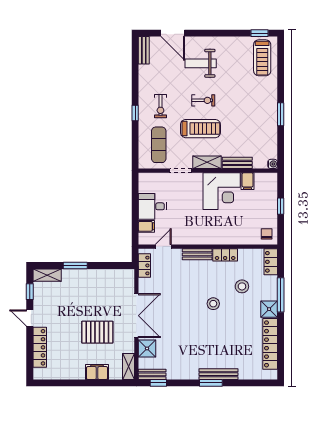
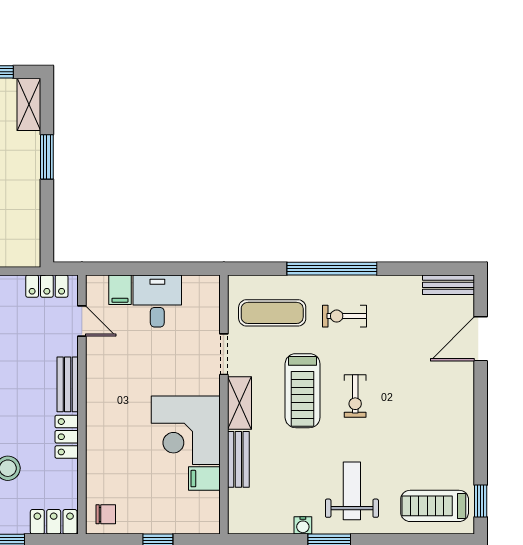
weight bench: (201, 63) -> (352, 491), moved
window: (135, 113) -> (332, 269), width x3.17
water cooler: (273, 164) -> (303, 525), moved

